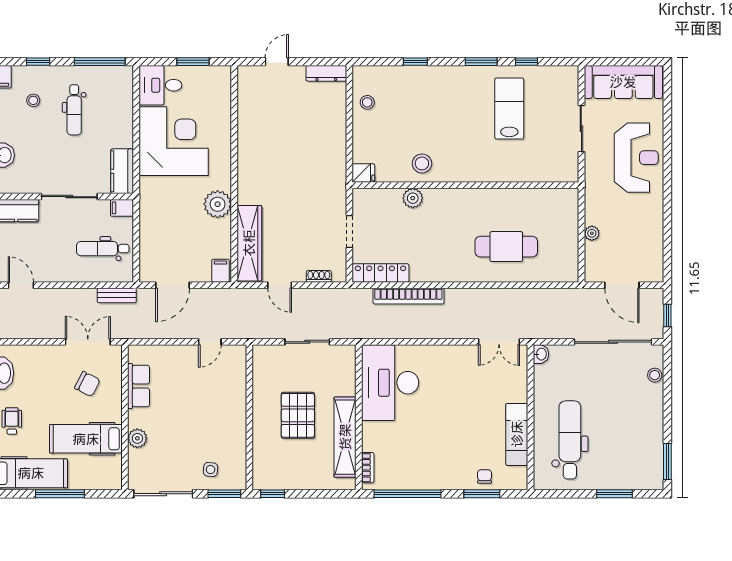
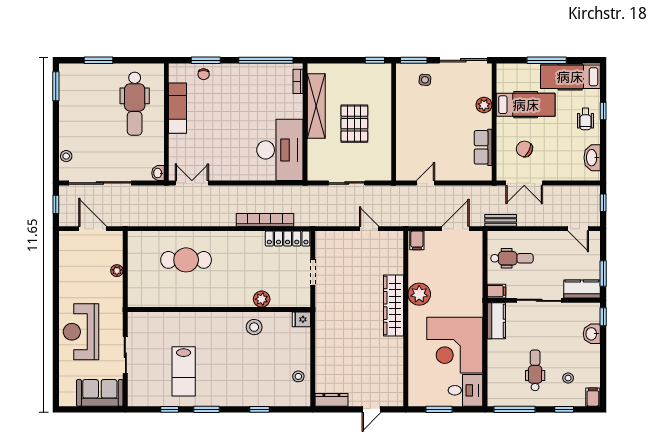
sofa: (623, 82) -> (100, 393), width x0.73
wardrobe: (249, 243) -> (394, 305), moved
shoe rack: (319, 276) -> (337, 236), removed

